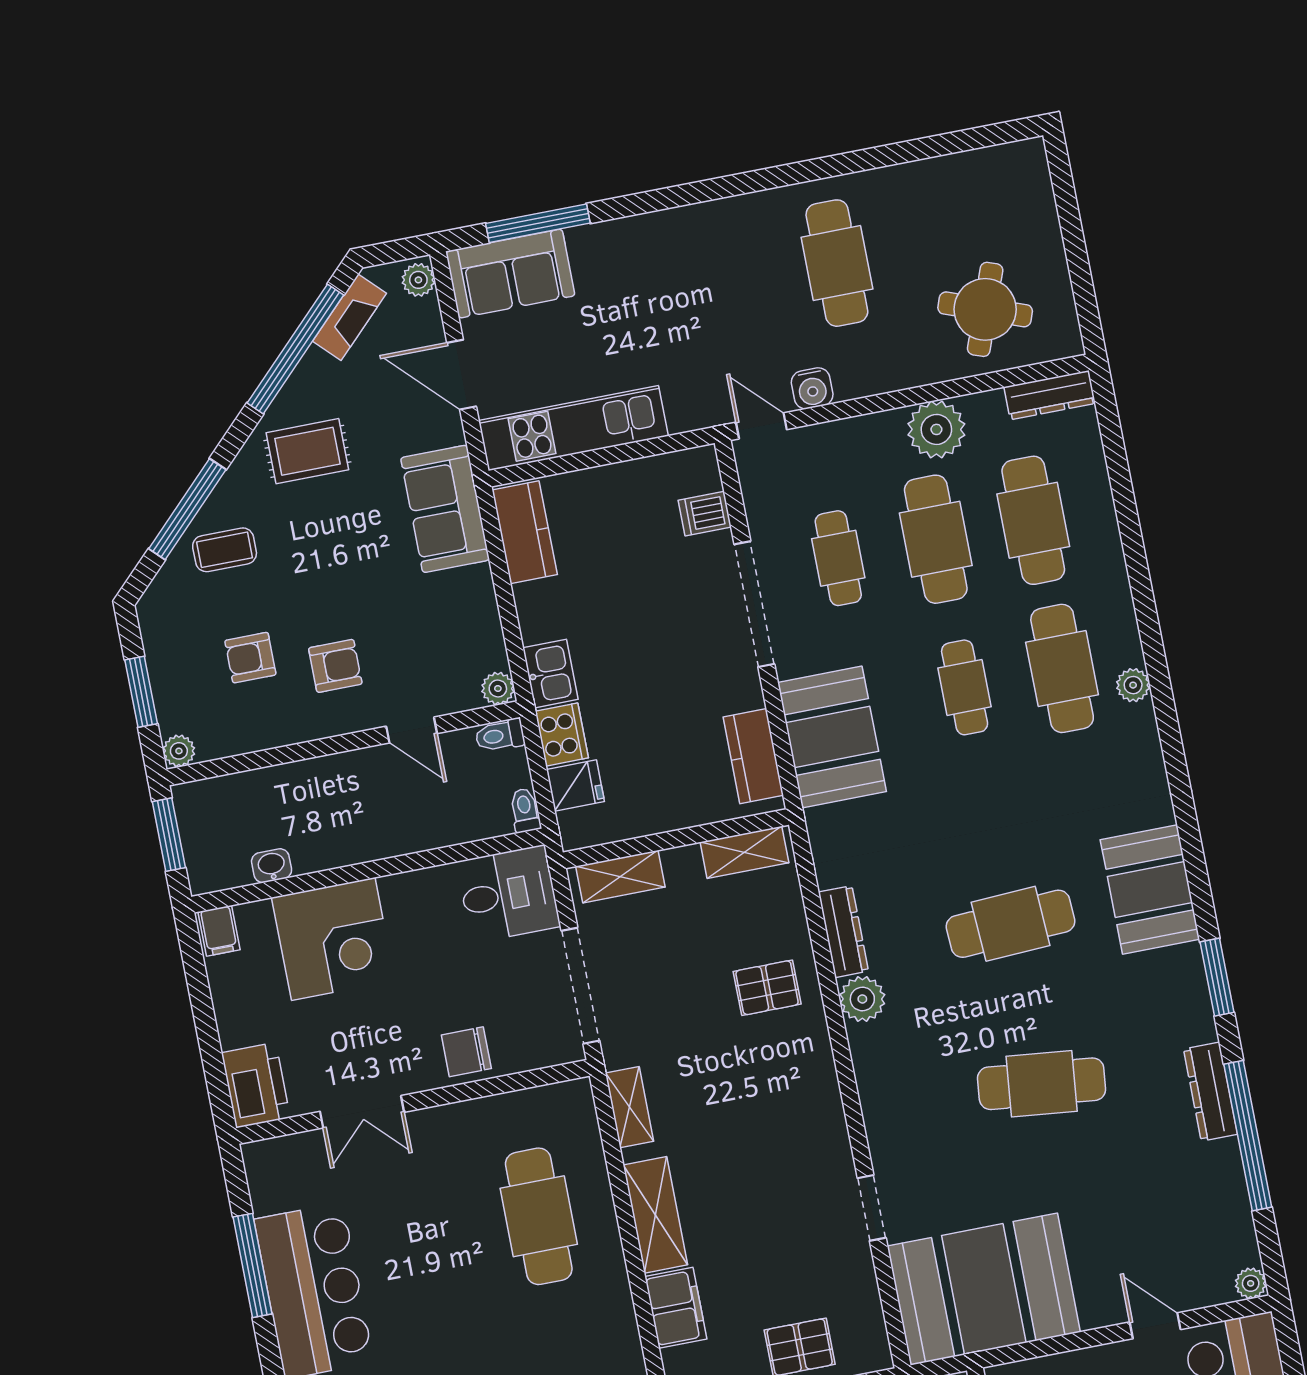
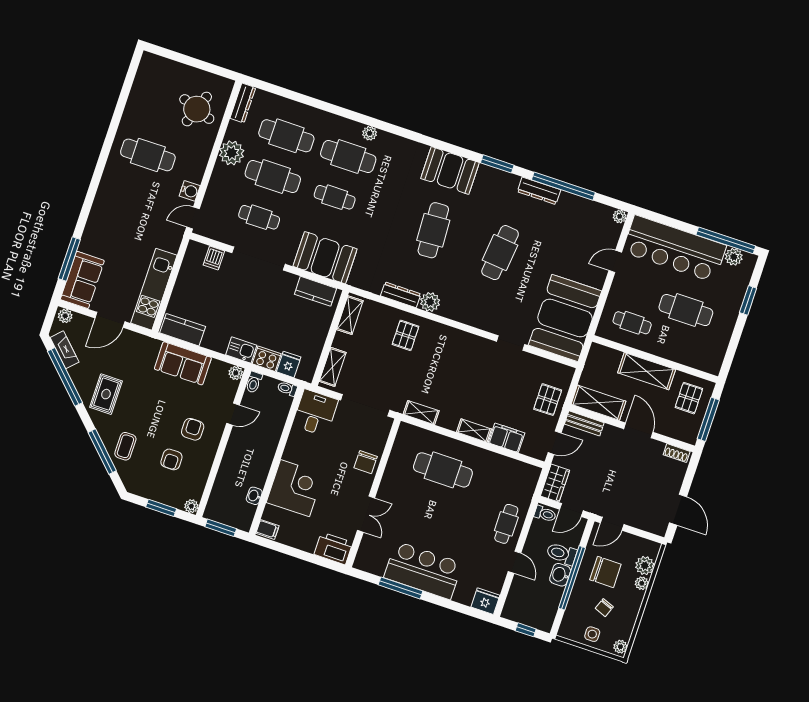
sofa: (445, 509) -> (183, 363), moved
shelving: (655, 1215) -> (474, 431), width x0.67, depth x0.75

